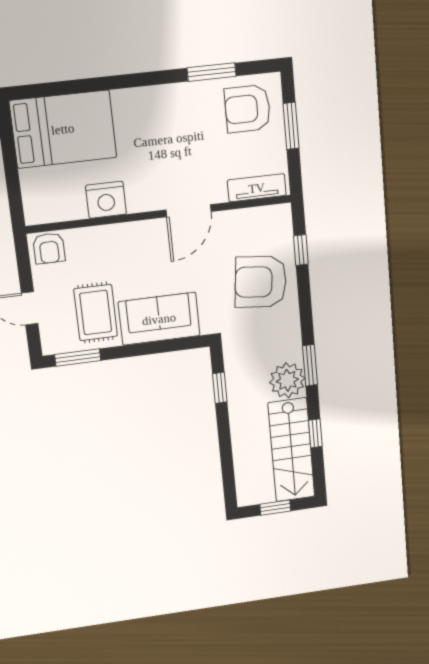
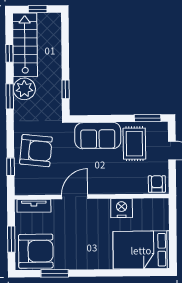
armchair: (248, 109) -> (36, 251), width x1.36, depth x1.36

